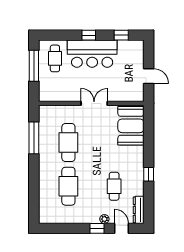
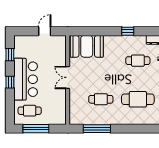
cafe table: (68, 142) -> (101, 99), width x0.73, depth x0.74

